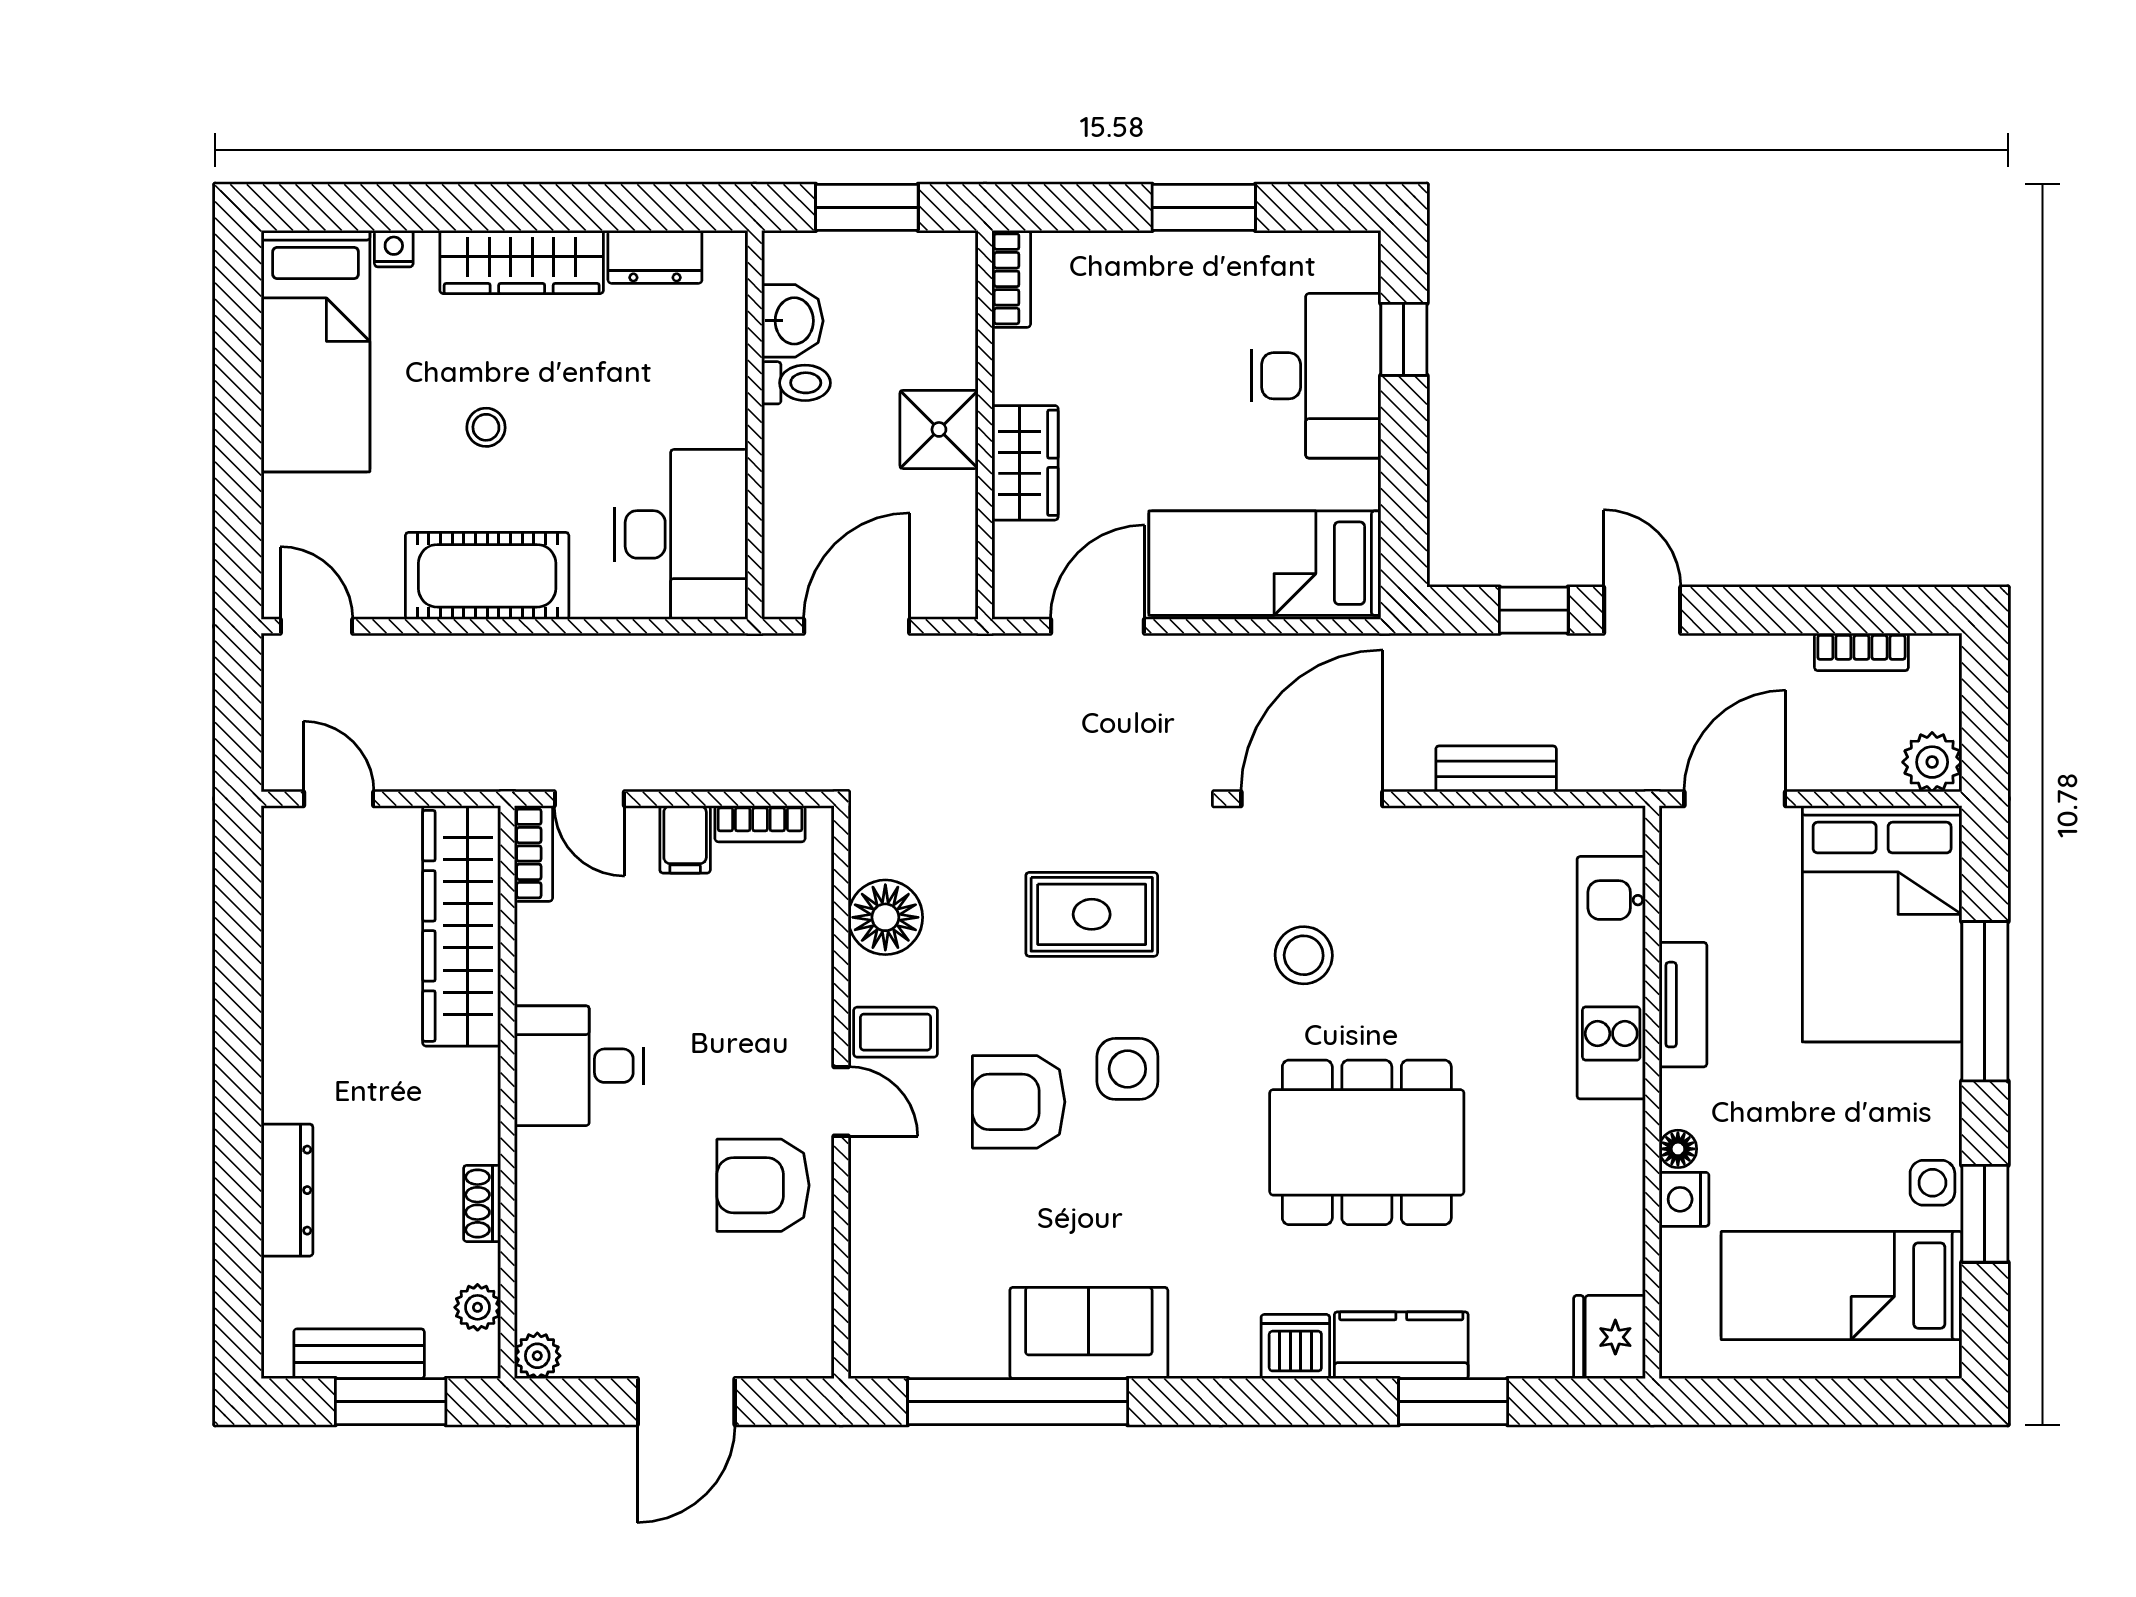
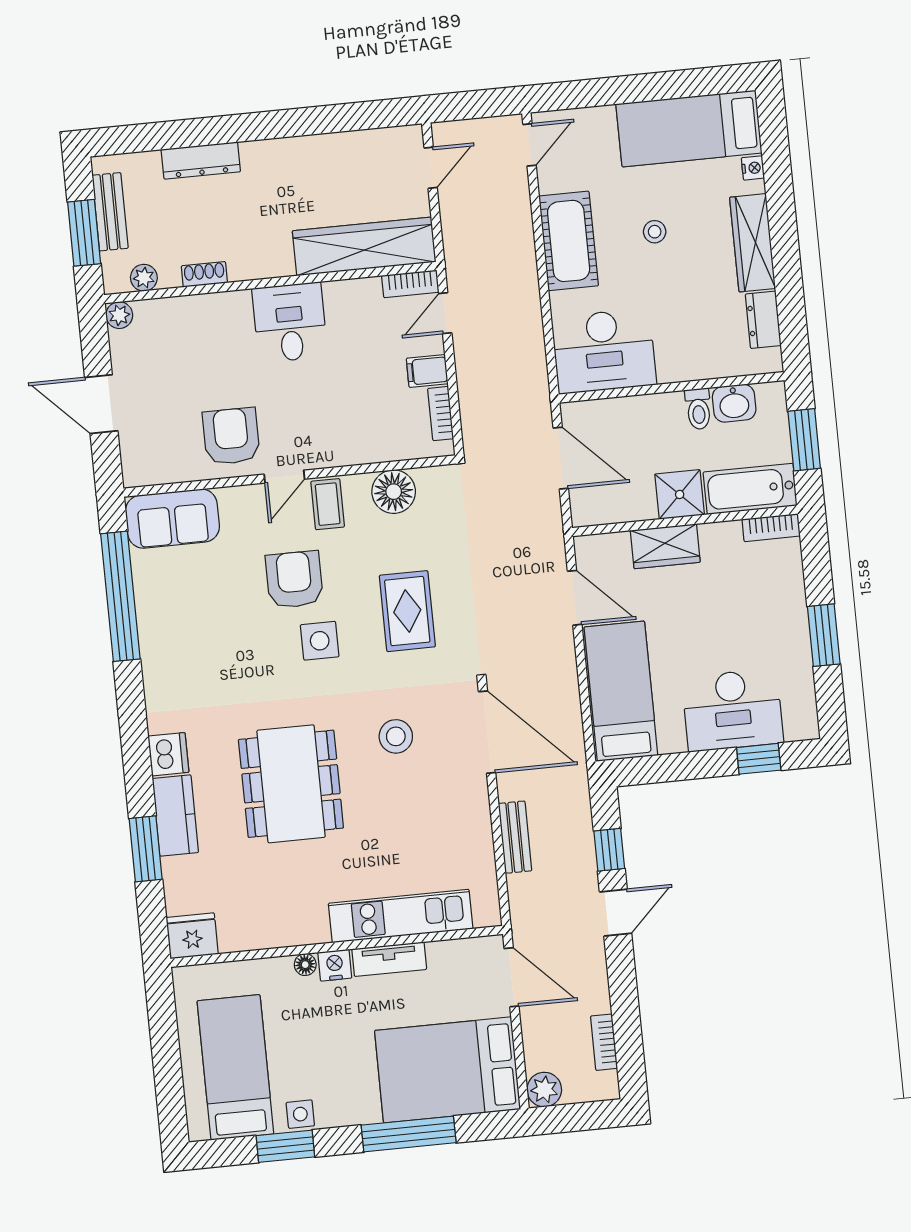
bathtub: (941, 308) -> (750, 489), added
nightstand: (1684, 1199) -> (335, 965), moved
sofa: (1089, 1333) -> (172, 519), moved, turned 90

